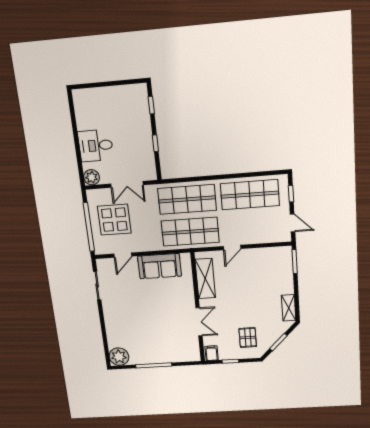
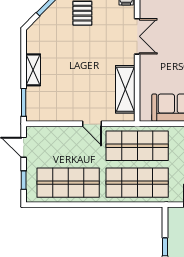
door: (232, 248) -> (92, 124), swing flipped
shelving: (289, 308) -> (33, 70), moved
double door: (199, 322) -> (137, 36), swing flipped

